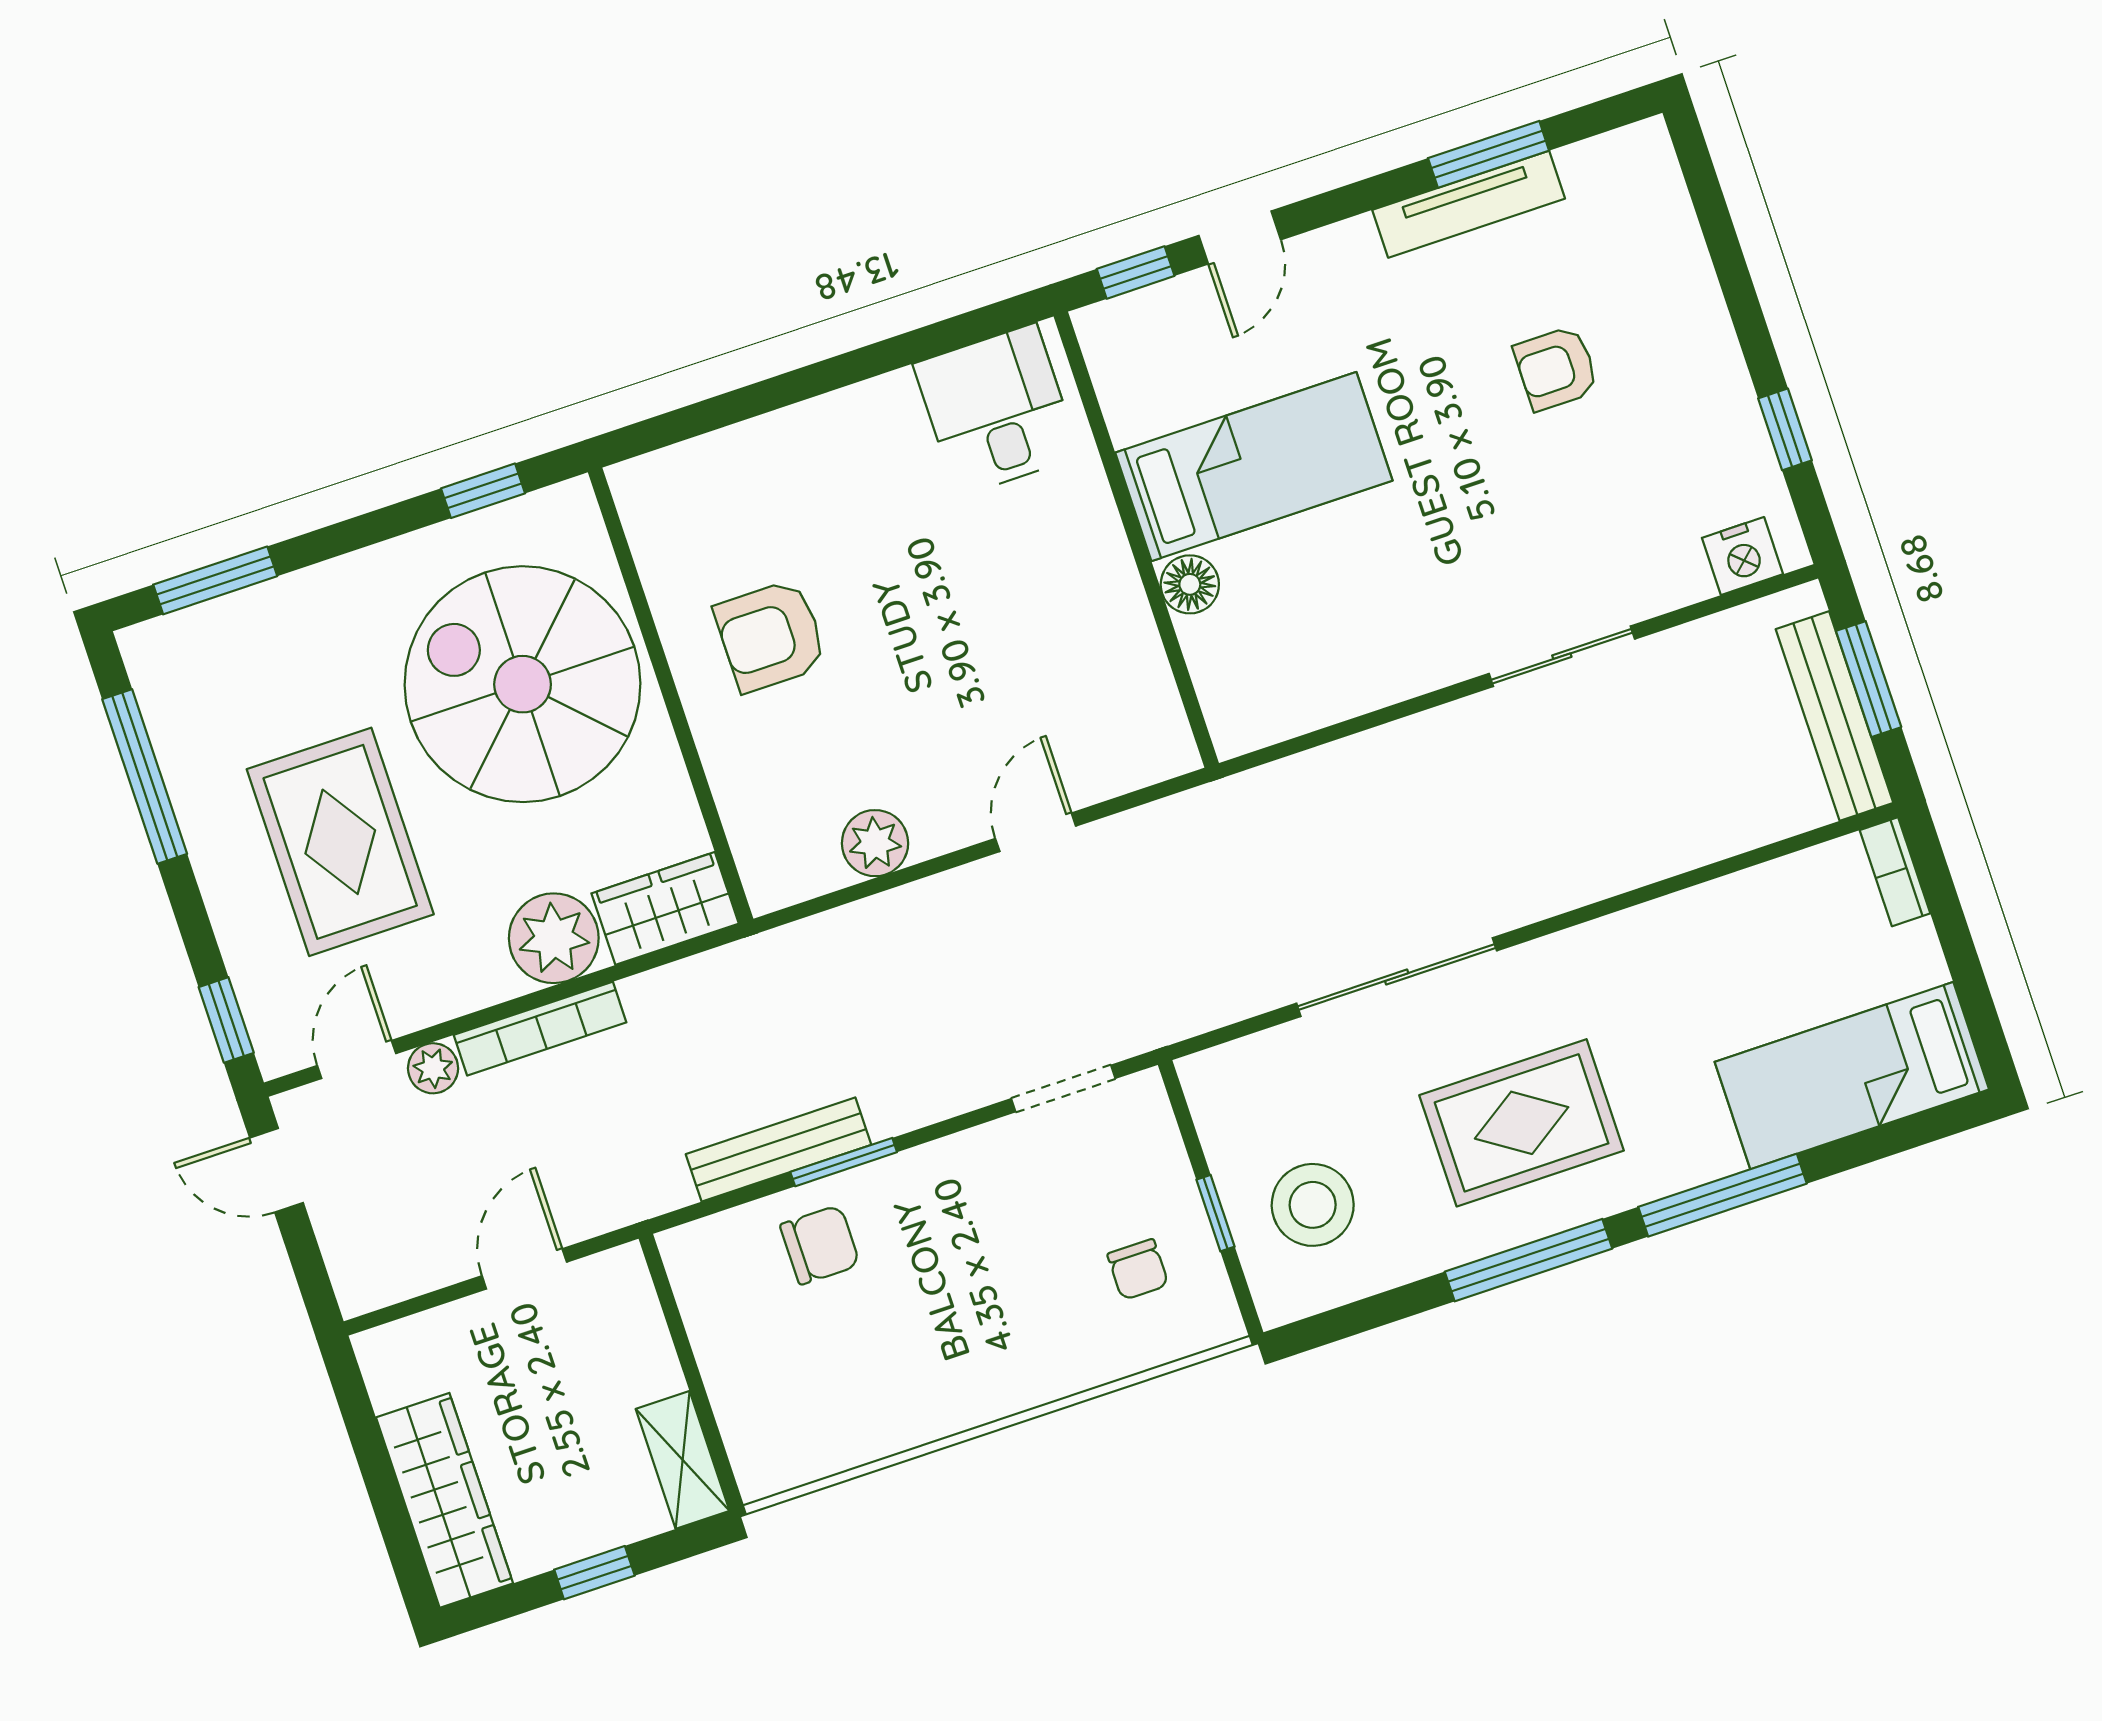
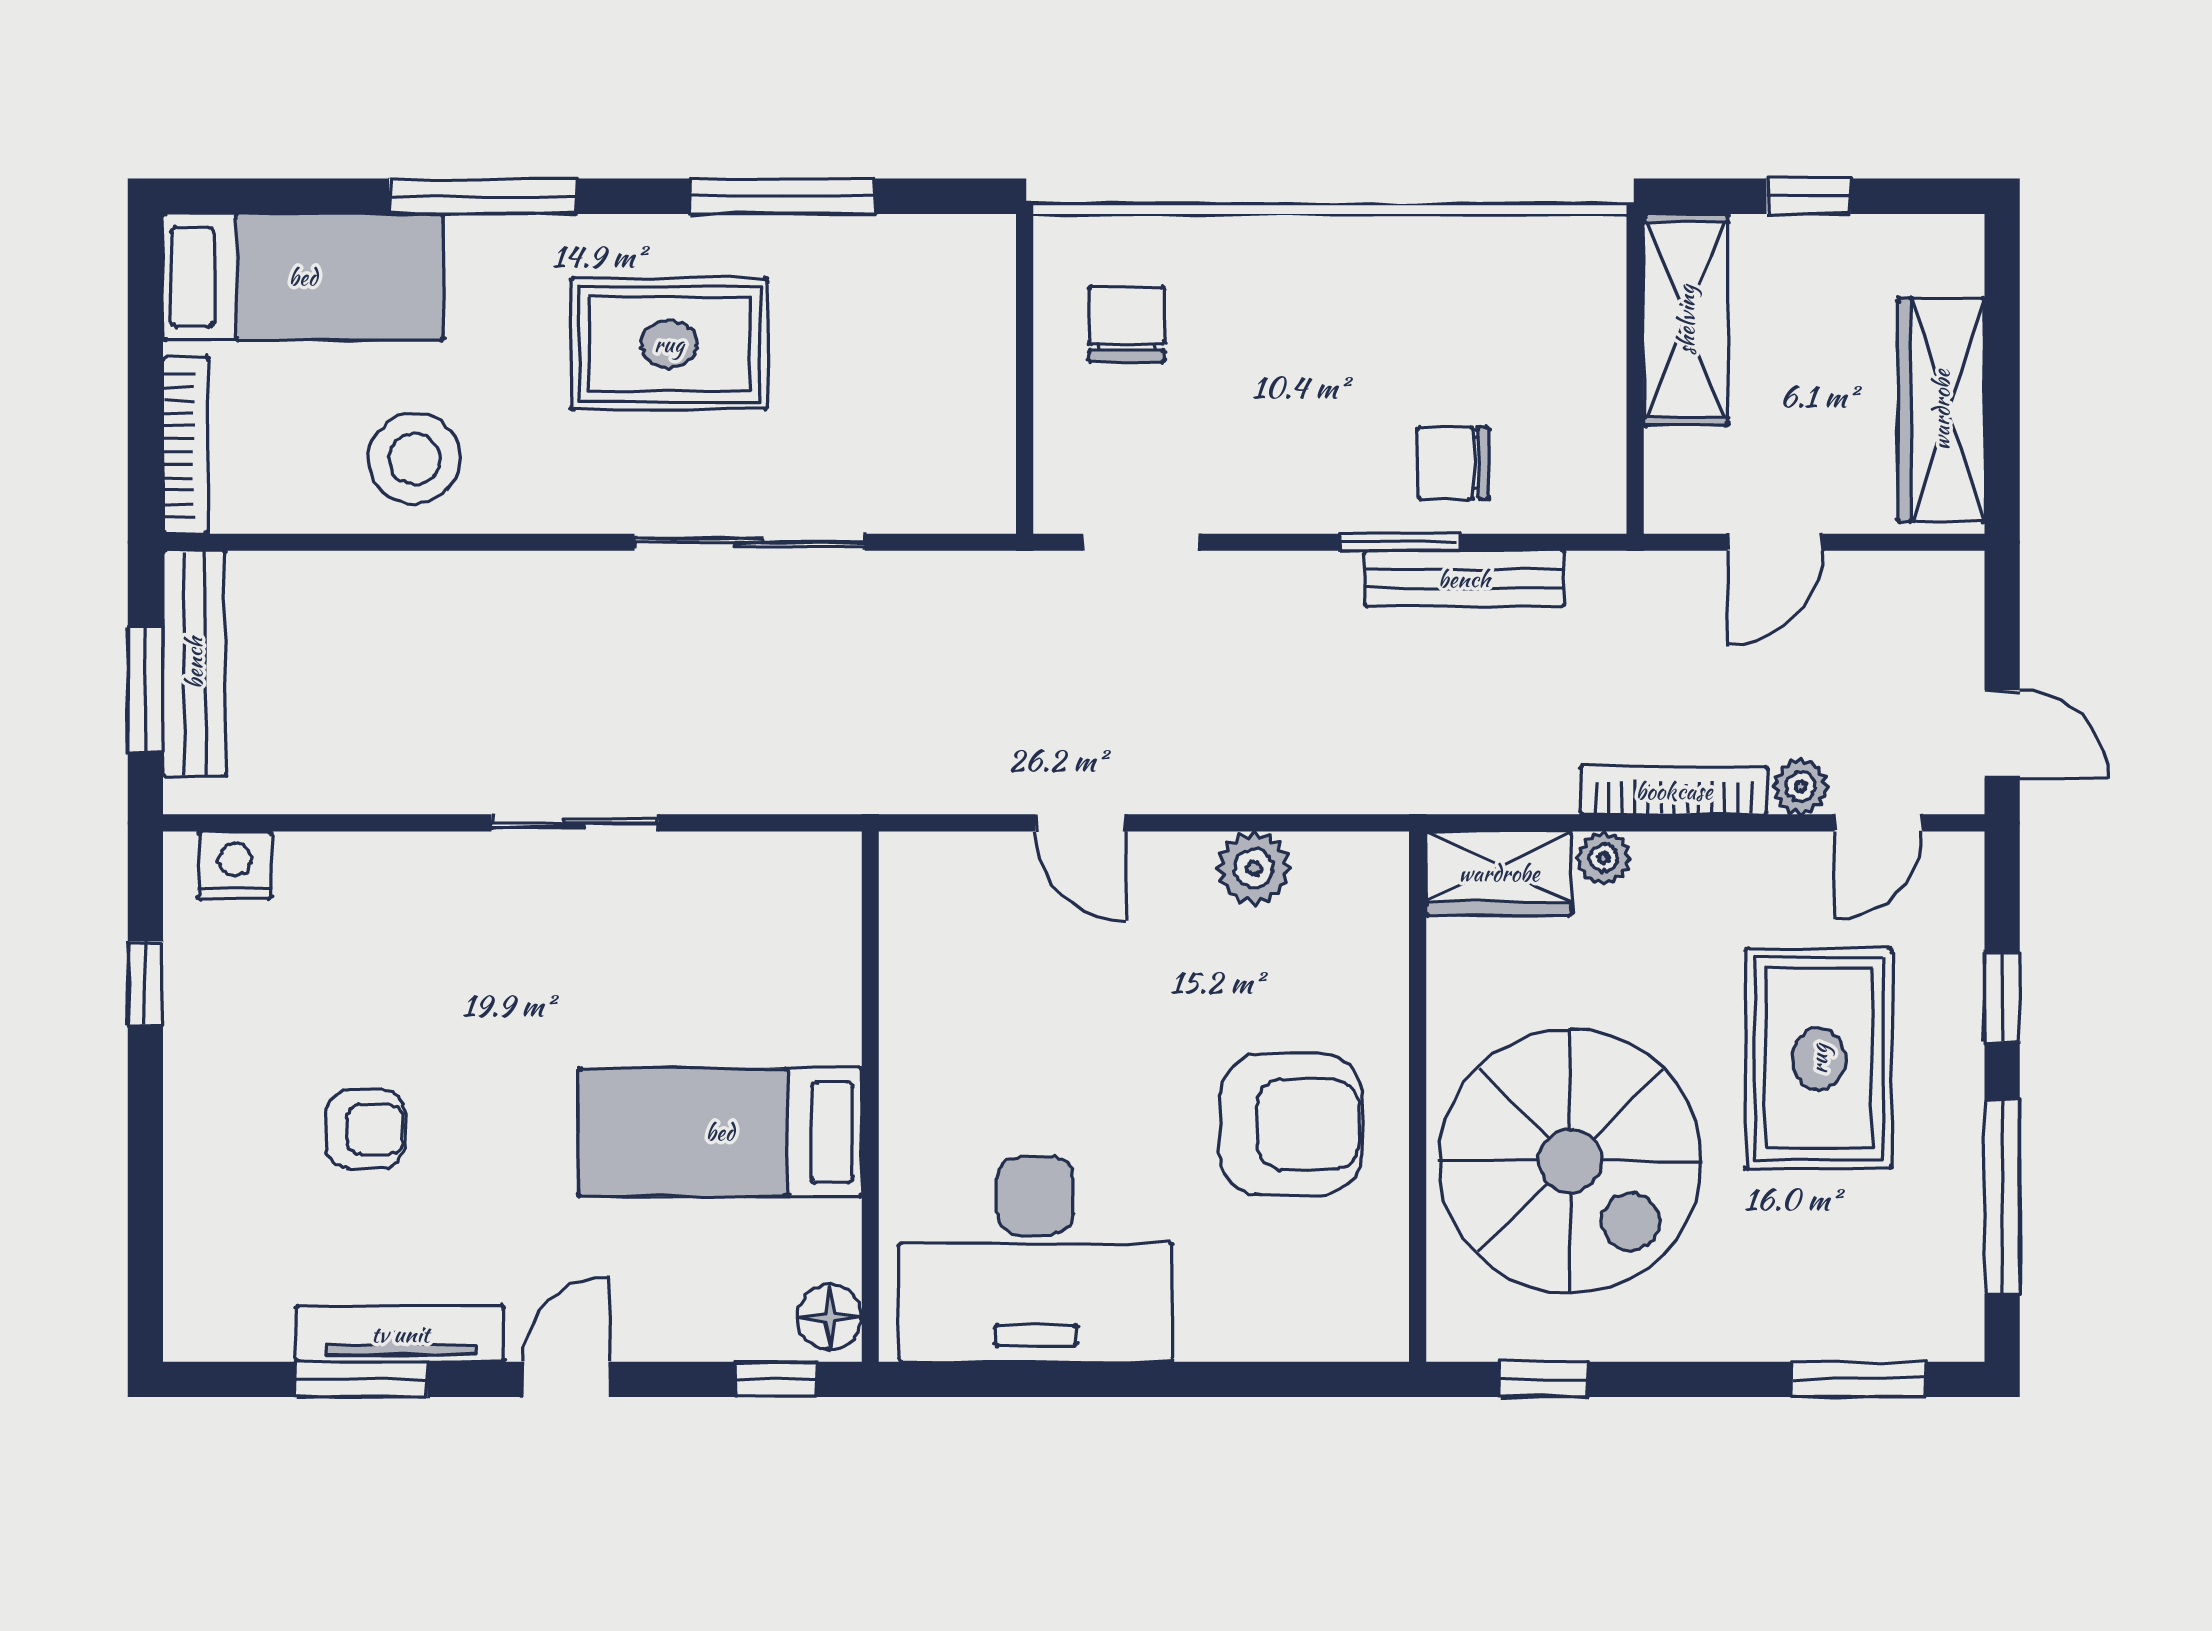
door: (1240, 238) -> (566, 1379), moved
desk: (997, 410) -> (1036, 1259), width x1.87, depth x1.30
floor lamp: (1190, 584) -> (829, 1317), moved
armchair: (771, 636) -> (1291, 1124), width x1.36, depth x1.36
sliding door: (1562, 656) -> (575, 823), moved
door: (1036, 832) -> (1080, 823), hinge flipped
bookcase: (1895, 872) -> (186, 445), width x1.56
plant: (554, 938) -> (1604, 858), width x0.53, depth x0.53
window: (226, 1020) -> (2002, 998), moved
stool: (1313, 1205) -> (414, 459), moved
window: (1215, 1213) -> (1025, 357), removed
window: (1528, 1260) -> (782, 196), moved
chair: (1138, 1269) -> (1127, 325), width x1.37, depth x1.37
shelving: (683, 1460) -> (1686, 320), width x1.50, depth x1.33
wardrobe: (444, 1500) -> (1941, 410), moved

